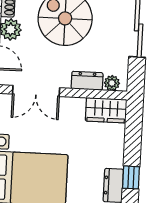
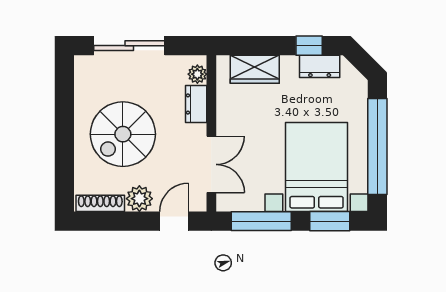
wardrobe: (106, 110) -> (255, 69), moved, turned 90

